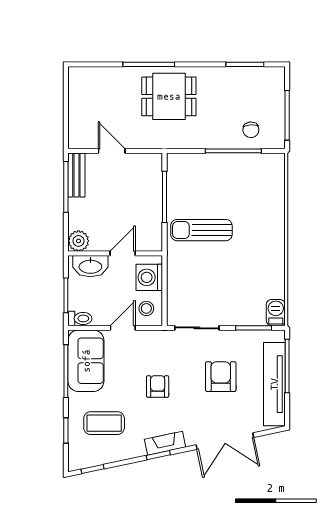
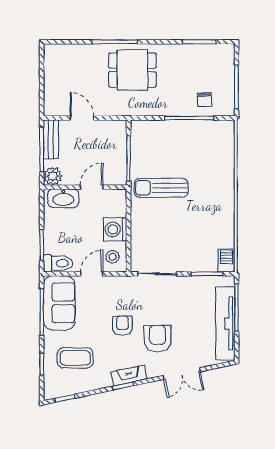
plant: (78, 241) -> (53, 176), moved
wall: (115, 253) -> (85, 187), moved
door: (123, 253) -> (92, 187), moved
washbasin: (90, 266) -> (63, 198), moved
toilet: (80, 318) -> (58, 263), width x1.37, depth x1.39
armchair: (221, 377) -> (157, 339), moved
double door: (225, 441) -> (182, 374), width x0.73

